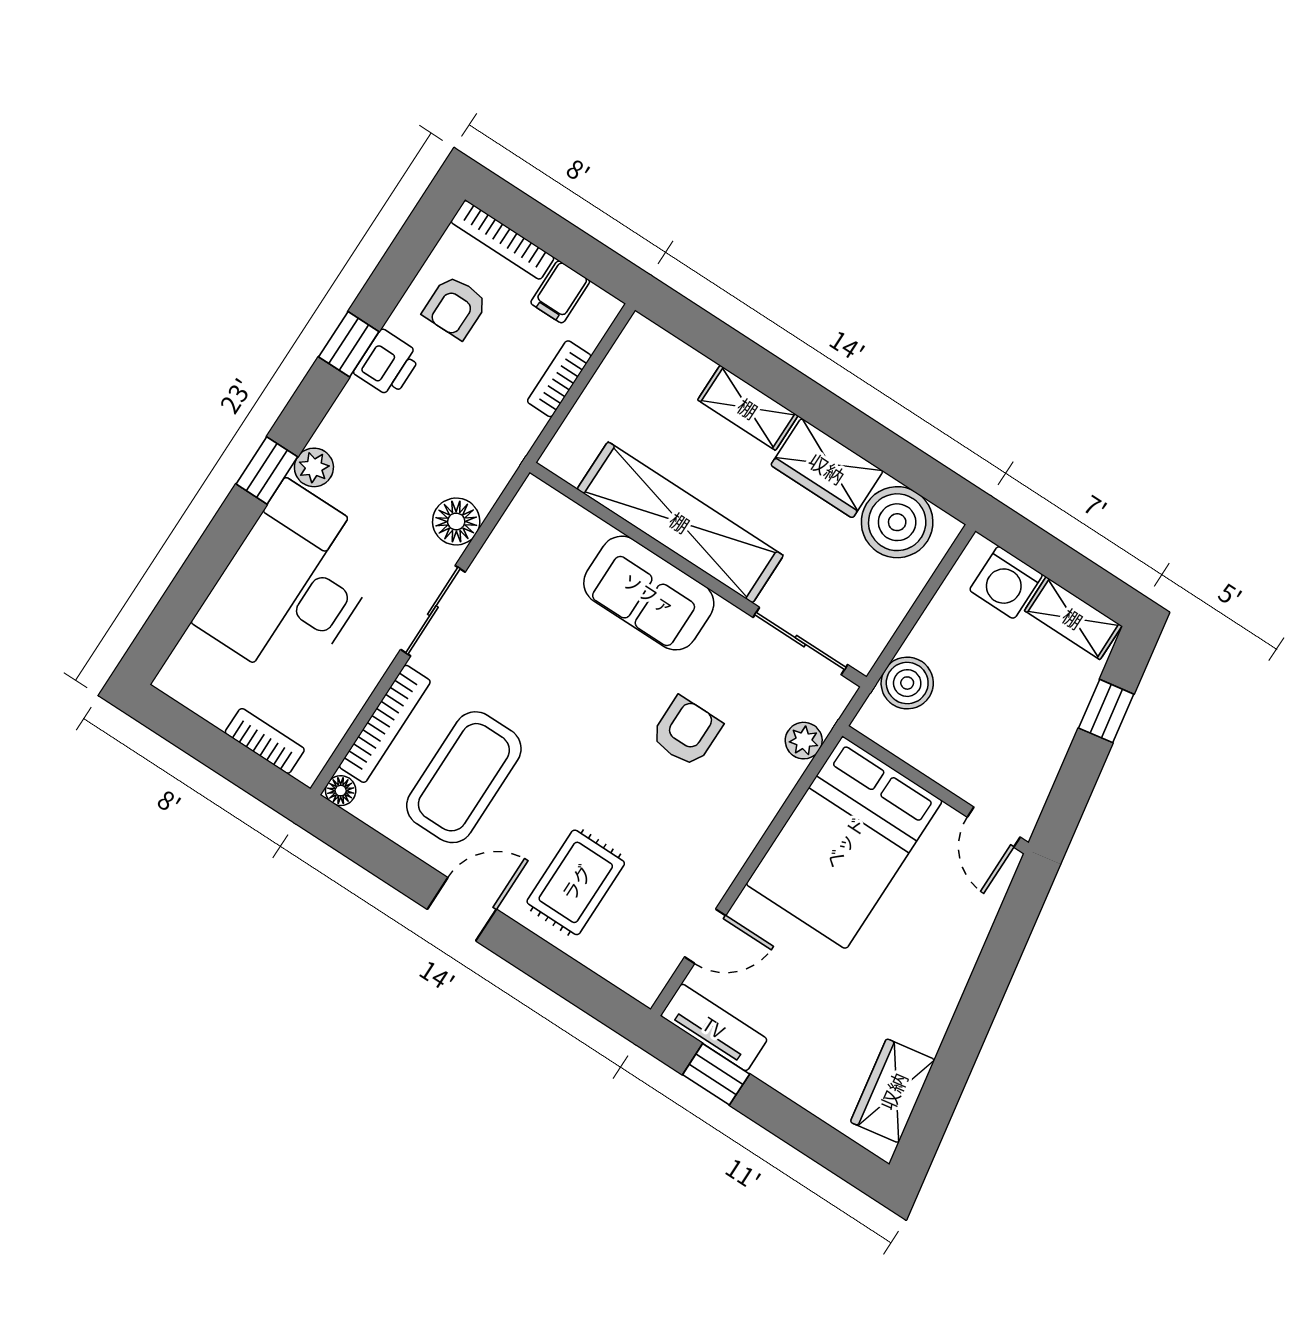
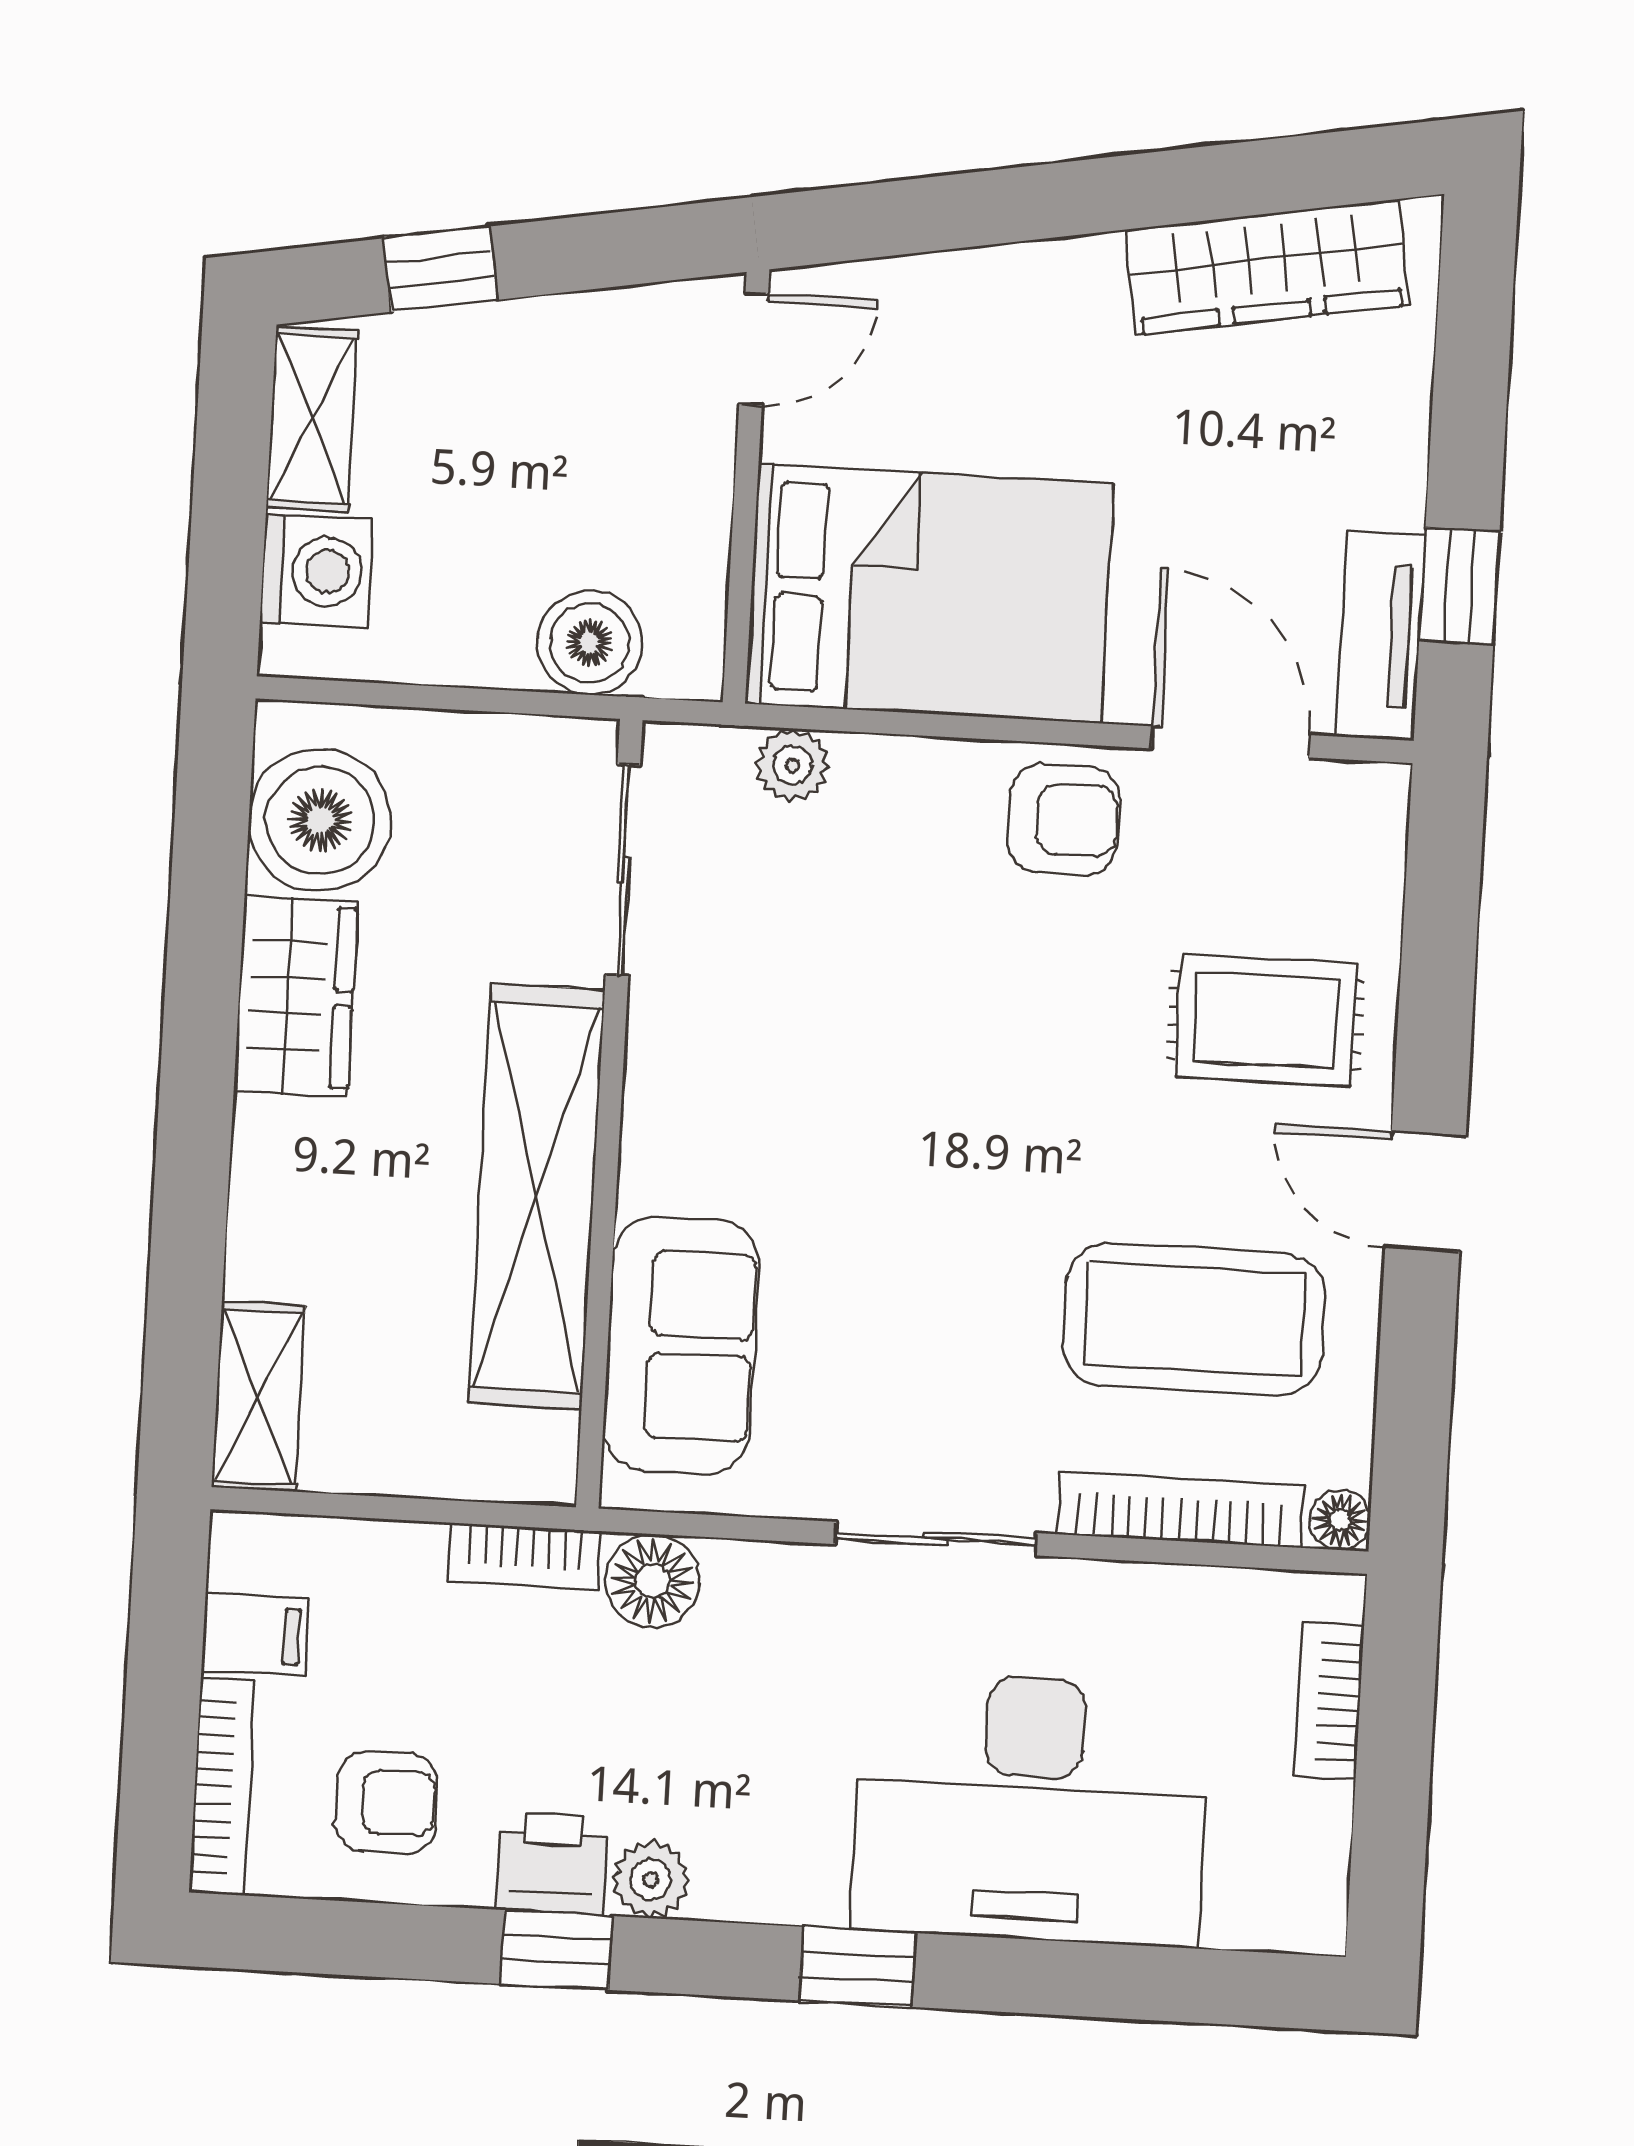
bookcase: (559, 379) -> (525, 1557), moved
shelving: (748, 408) -> (258, 1396), moved
plant: (314, 467) -> (651, 1879), moved
floor lamp: (456, 521) -> (653, 1581), moved
sofa: (649, 593) -> (681, 1345), moved
armchair: (686, 732) -> (1064, 820), moved, turned 180
door: (705, 936) -> (1231, 742), width x1.37
wardrobe: (893, 1091) -> (1267, 267), width x1.50

